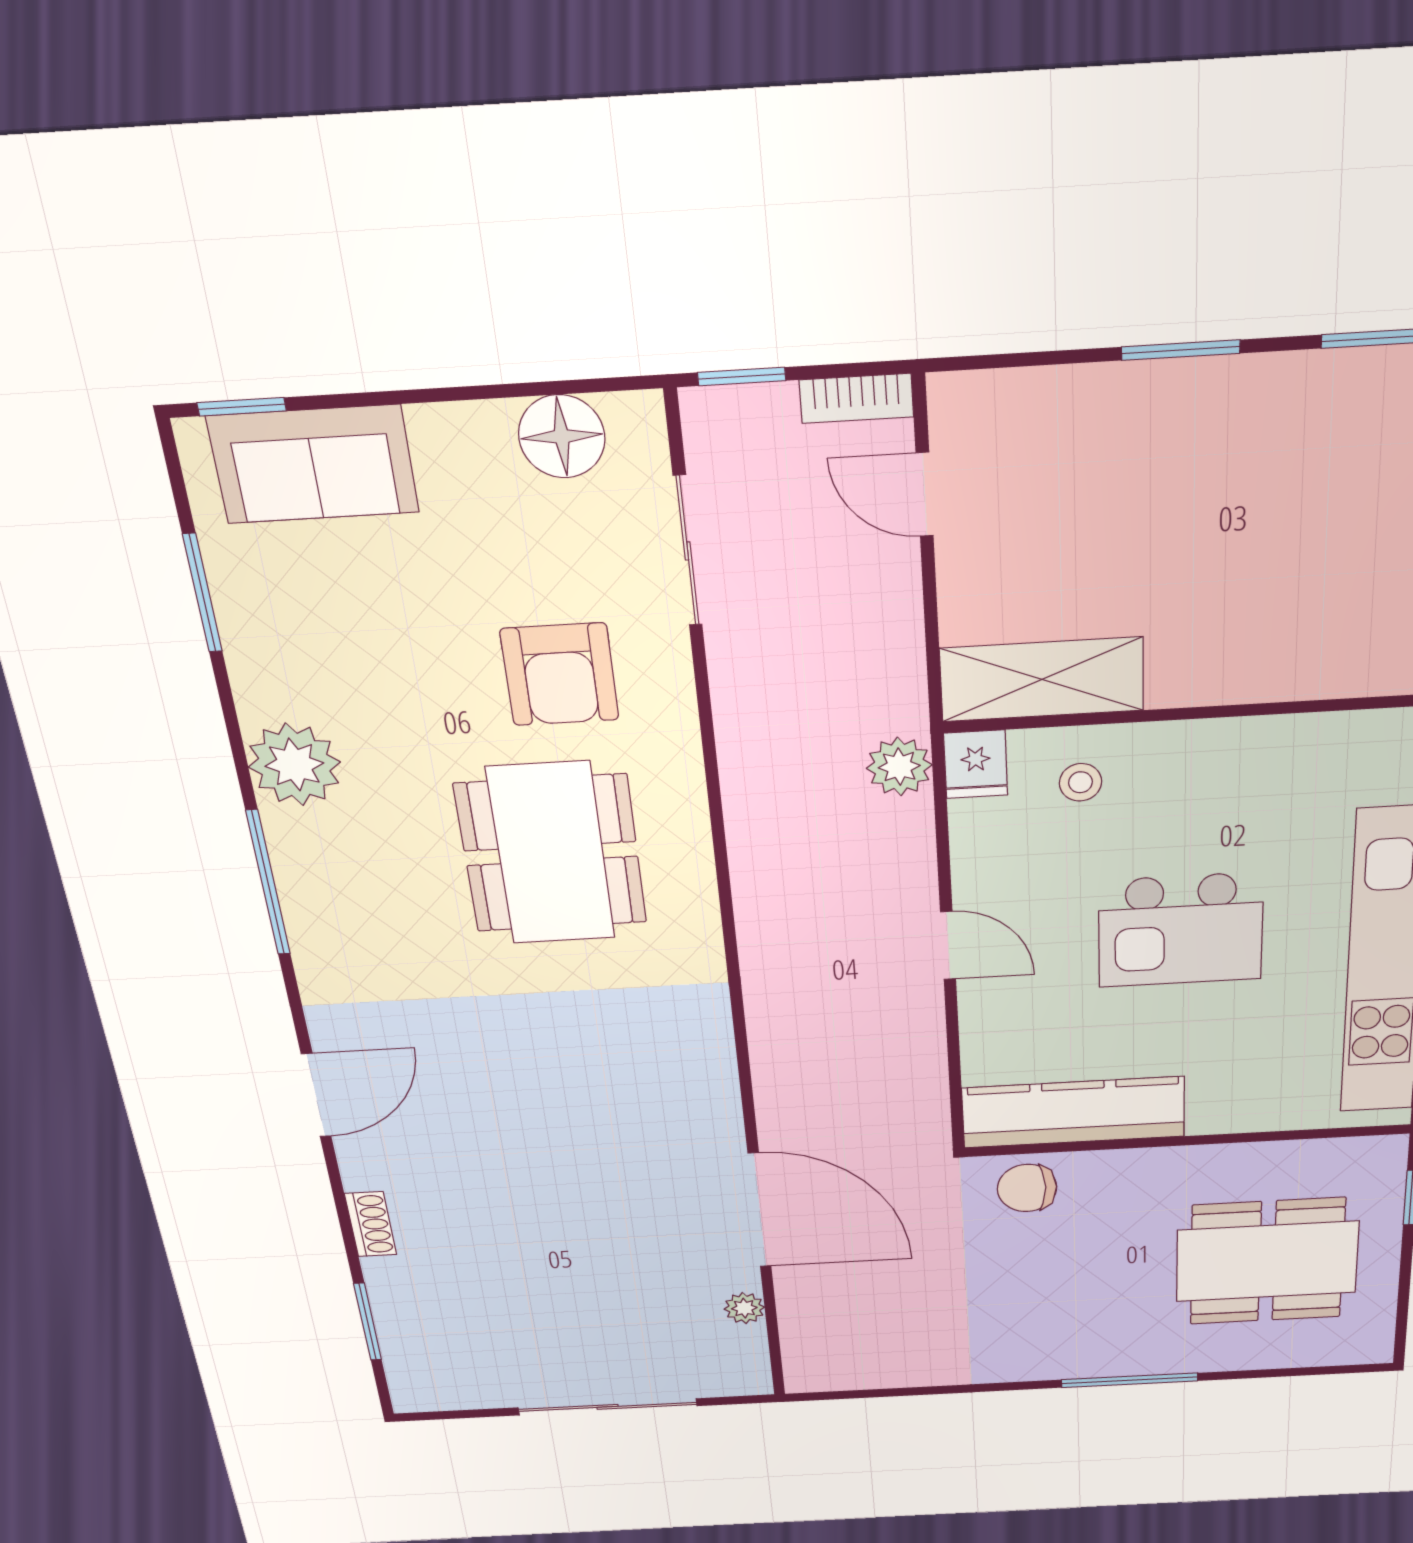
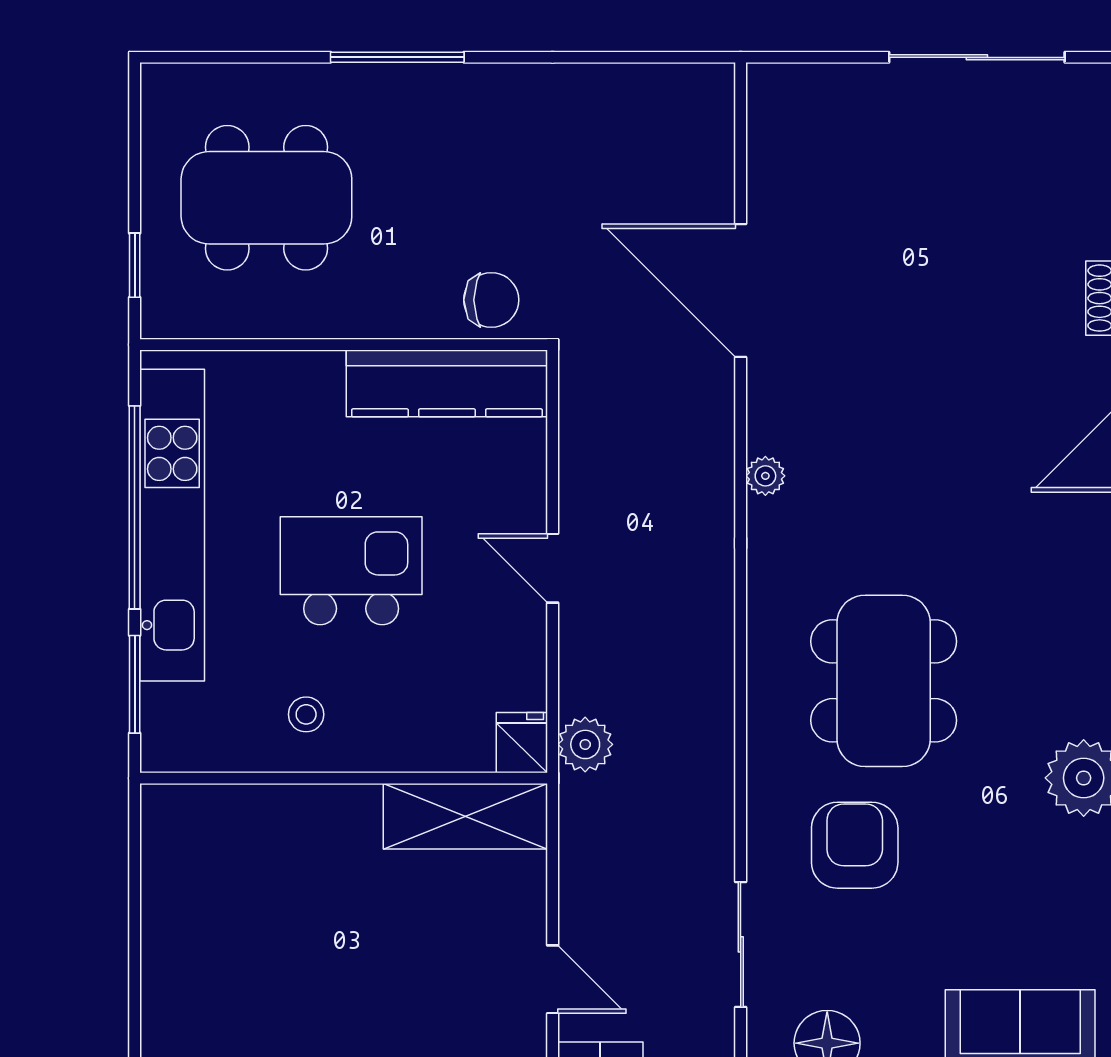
stool: (1080, 782) -> (306, 714), moved
plant: (744, 1308) -> (765, 476), moved
sliding door: (607, 1407) -> (977, 57), moved

